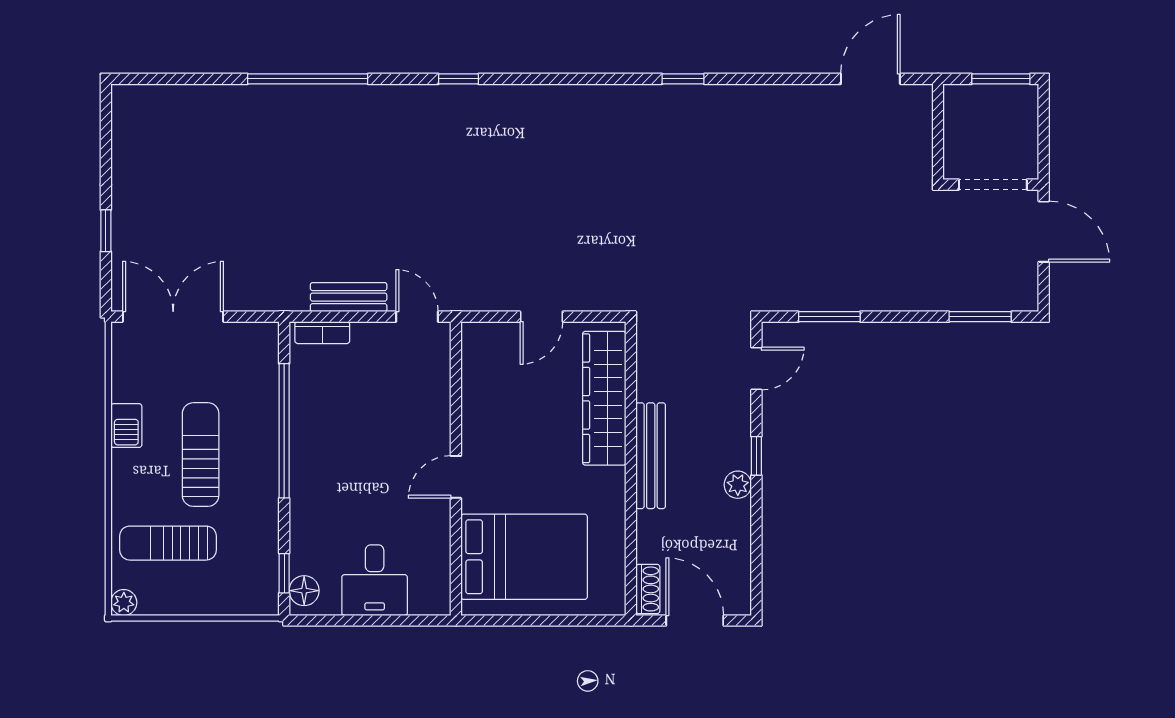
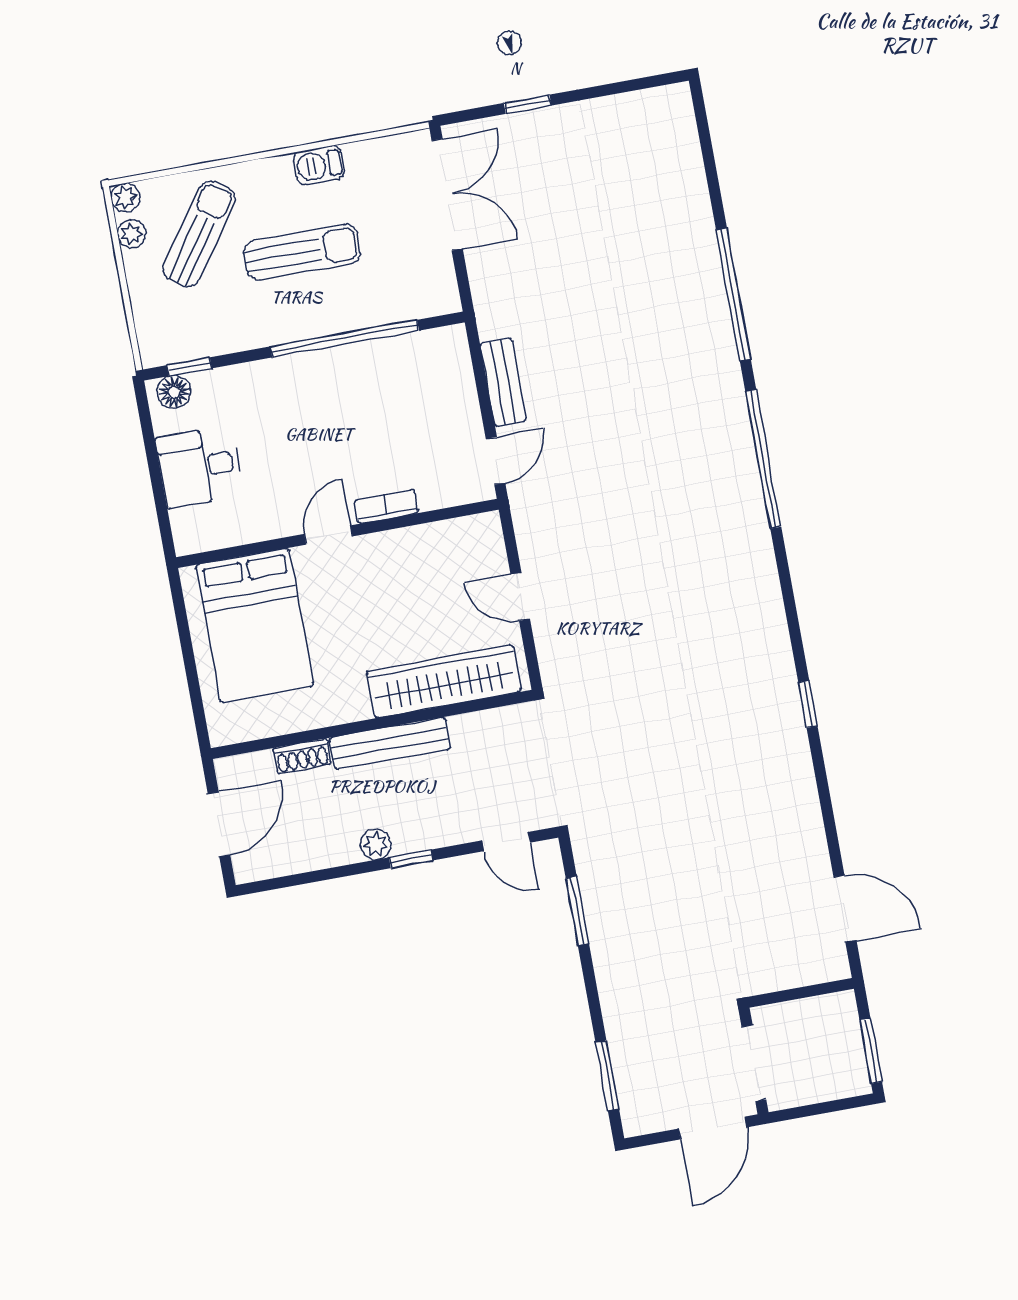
window: (458, 79) -> (763, 459), width x3.17
bookcase: (322, 333) -> (386, 507), moved, turned 90
door: (456, 477) -> (328, 535), hinge flipped
sun lounger: (168, 543) -> (199, 234), turned 35
shoe rack: (648, 589) -> (302, 756), moved
plant: (157, 603) -> (132, 234), added

